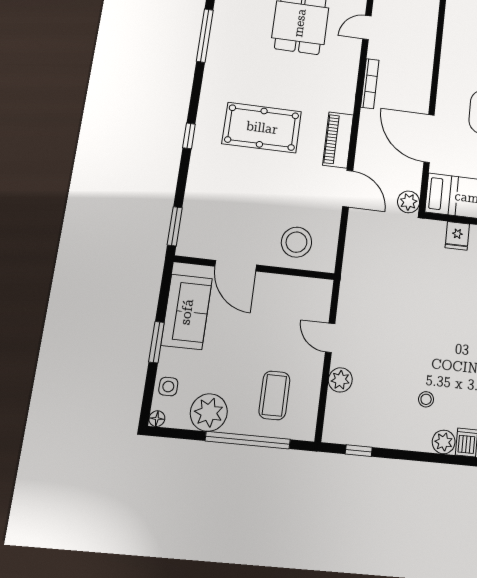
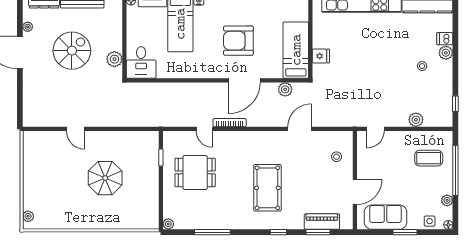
door: (367, 27) -> (204, 129), moved
door: (429, 138) -> (244, 80), moved
piano: (338, 140) -> (322, 222), moved, turned 180
plant: (409, 202) -> (285, 89), moved
window: (175, 226) -> (318, 232), moved
stool: (296, 242) -> (337, 157), width x0.53, depth x0.53
door: (330, 338) -> (375, 129), moved
plant: (209, 412) -> (447, 200), width x0.53, depth x0.53

